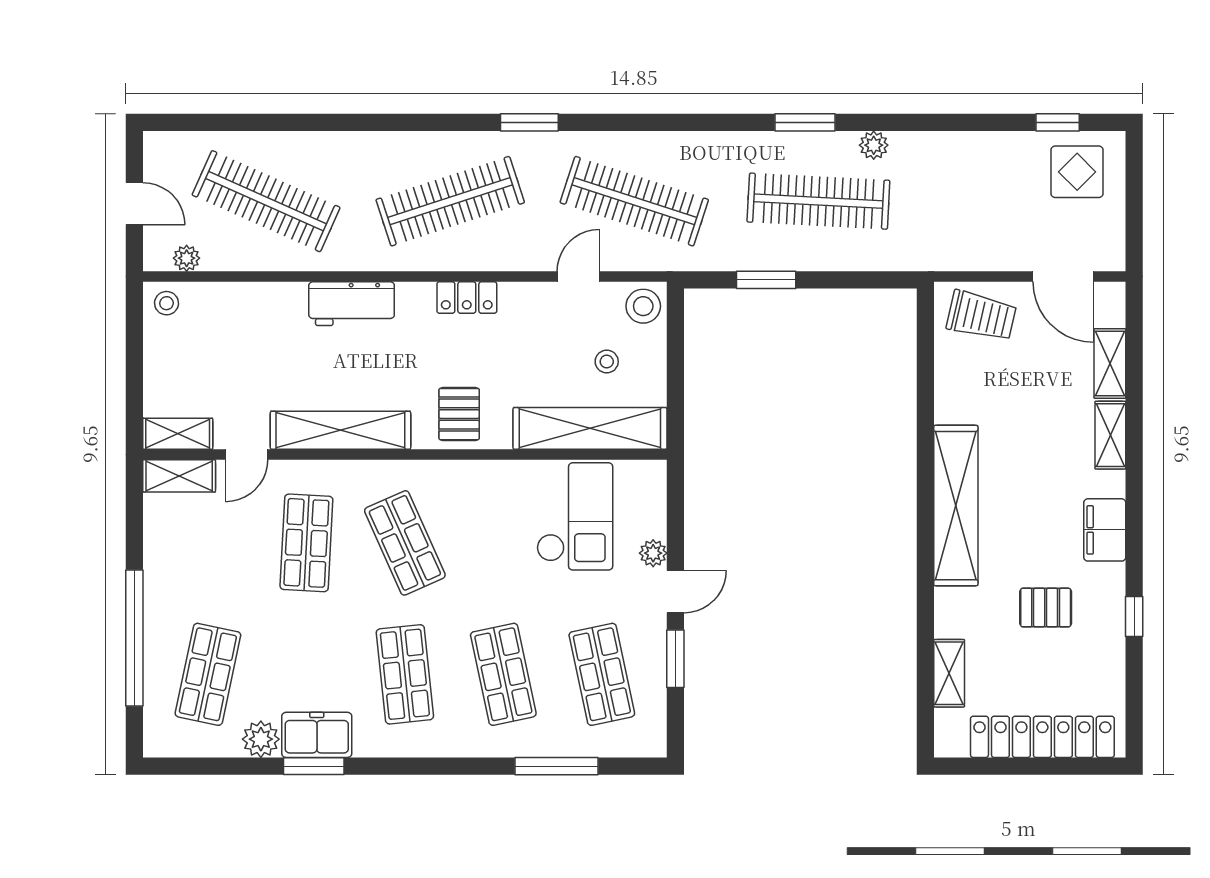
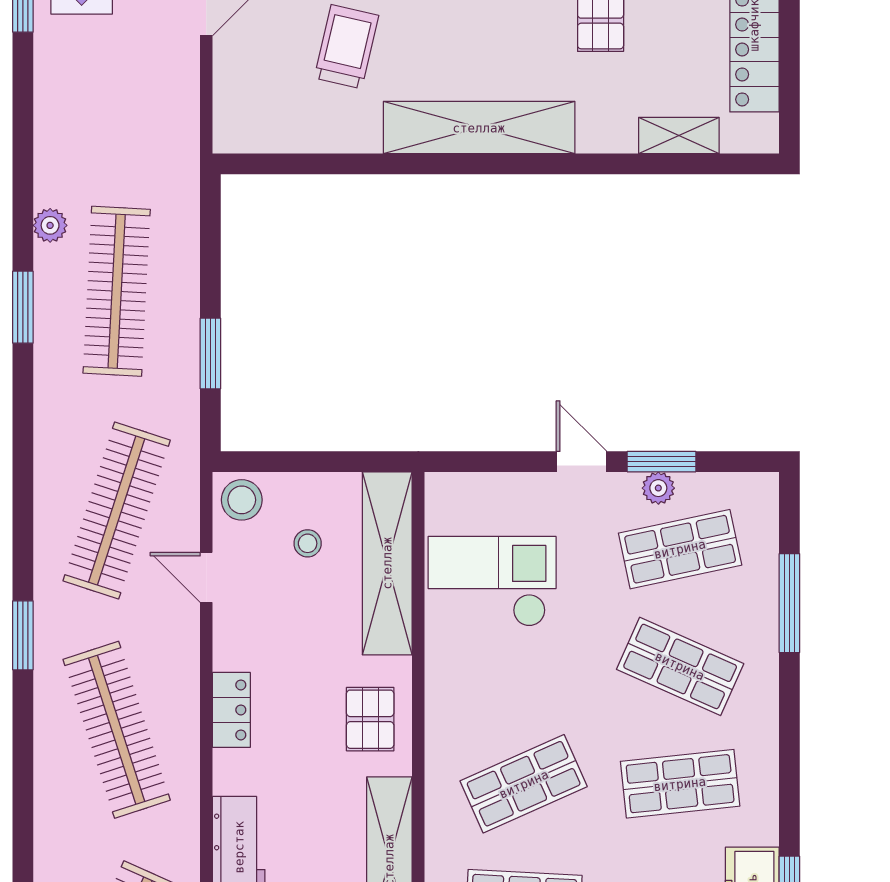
trolley: (981, 316) -> (346, 47), moved
pallet: (459, 414) -> (370, 719), turned 90
plant: (653, 553) -> (658, 488), moved
shop shelf: (503, 674) -> (680, 666), turned 36

